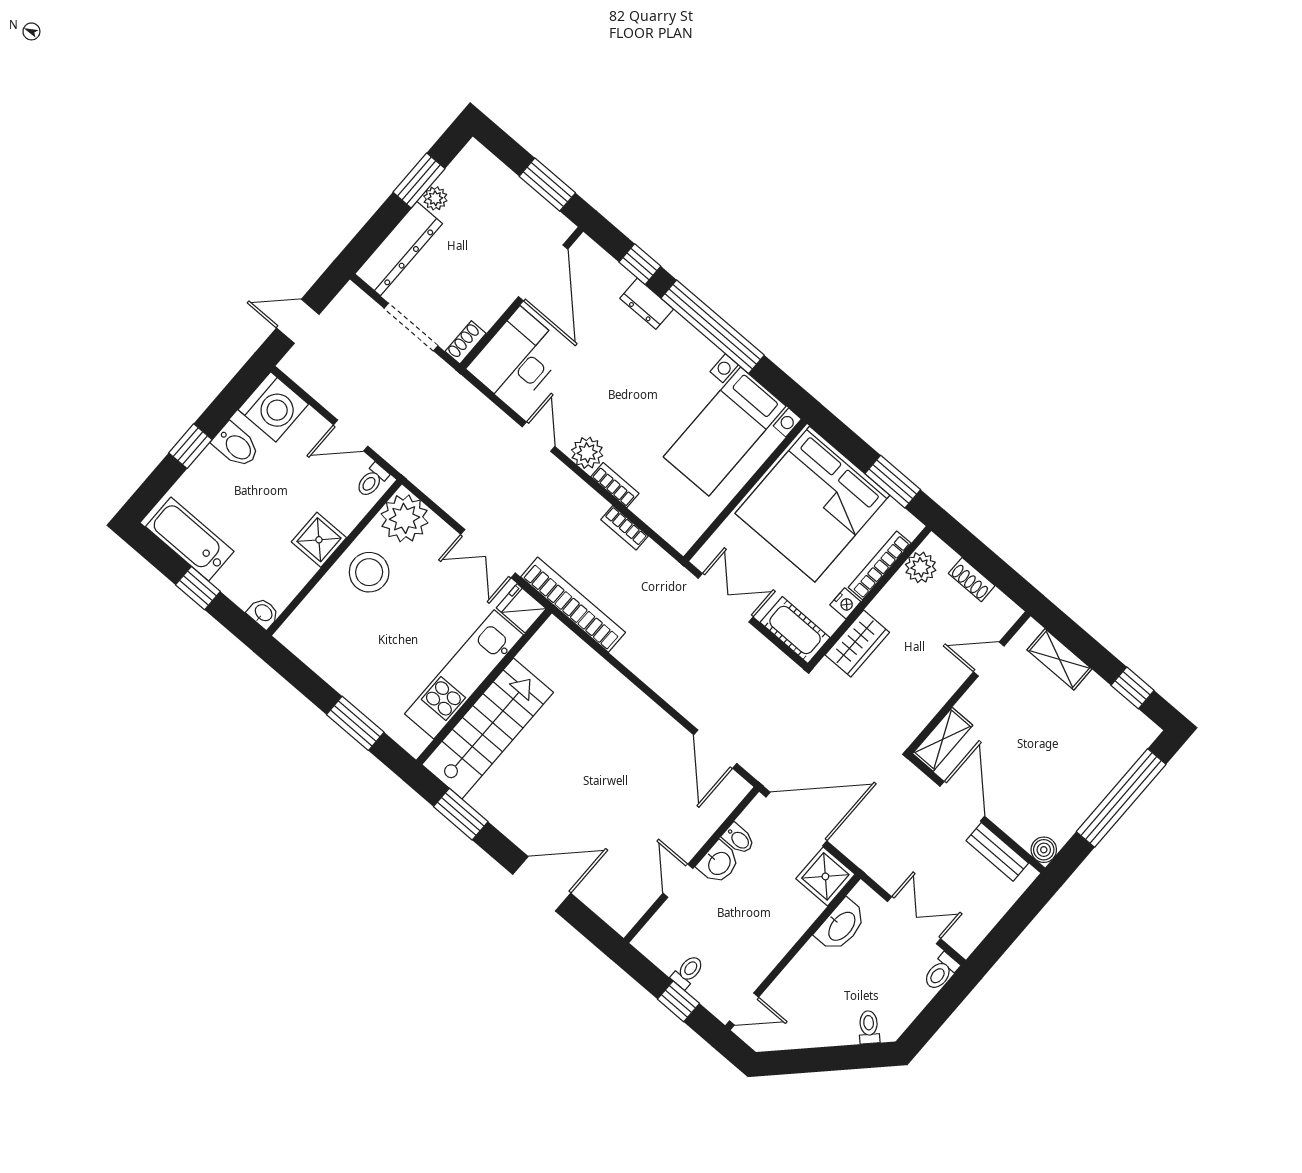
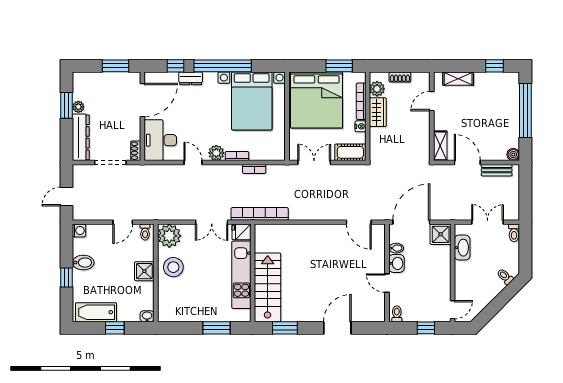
door: (543, 273) -> (142, 100), hinge flipped
washing machine: (273, 407) -> (79, 230), width x0.53, depth x0.53
bed with nightstands: (725, 431) -> (252, 101), width x1.36
wardrobe: (857, 644) -> (378, 112), moved
toilet: (688, 972) -> (397, 314), moved

